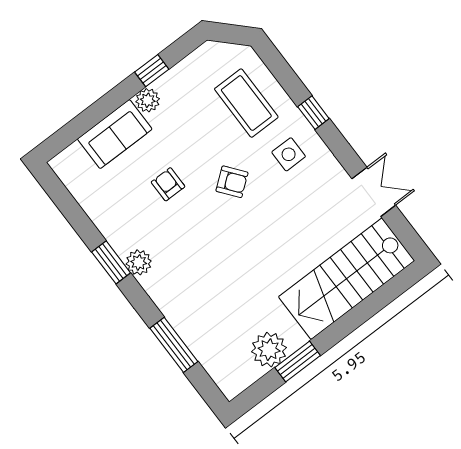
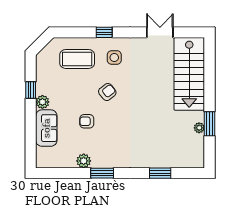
plant: (139, 262) -> (84, 161), moved
window: (174, 345) -> (160, 173), width x0.69
plant: (269, 350) -> (199, 128), width x0.53, depth x0.53

